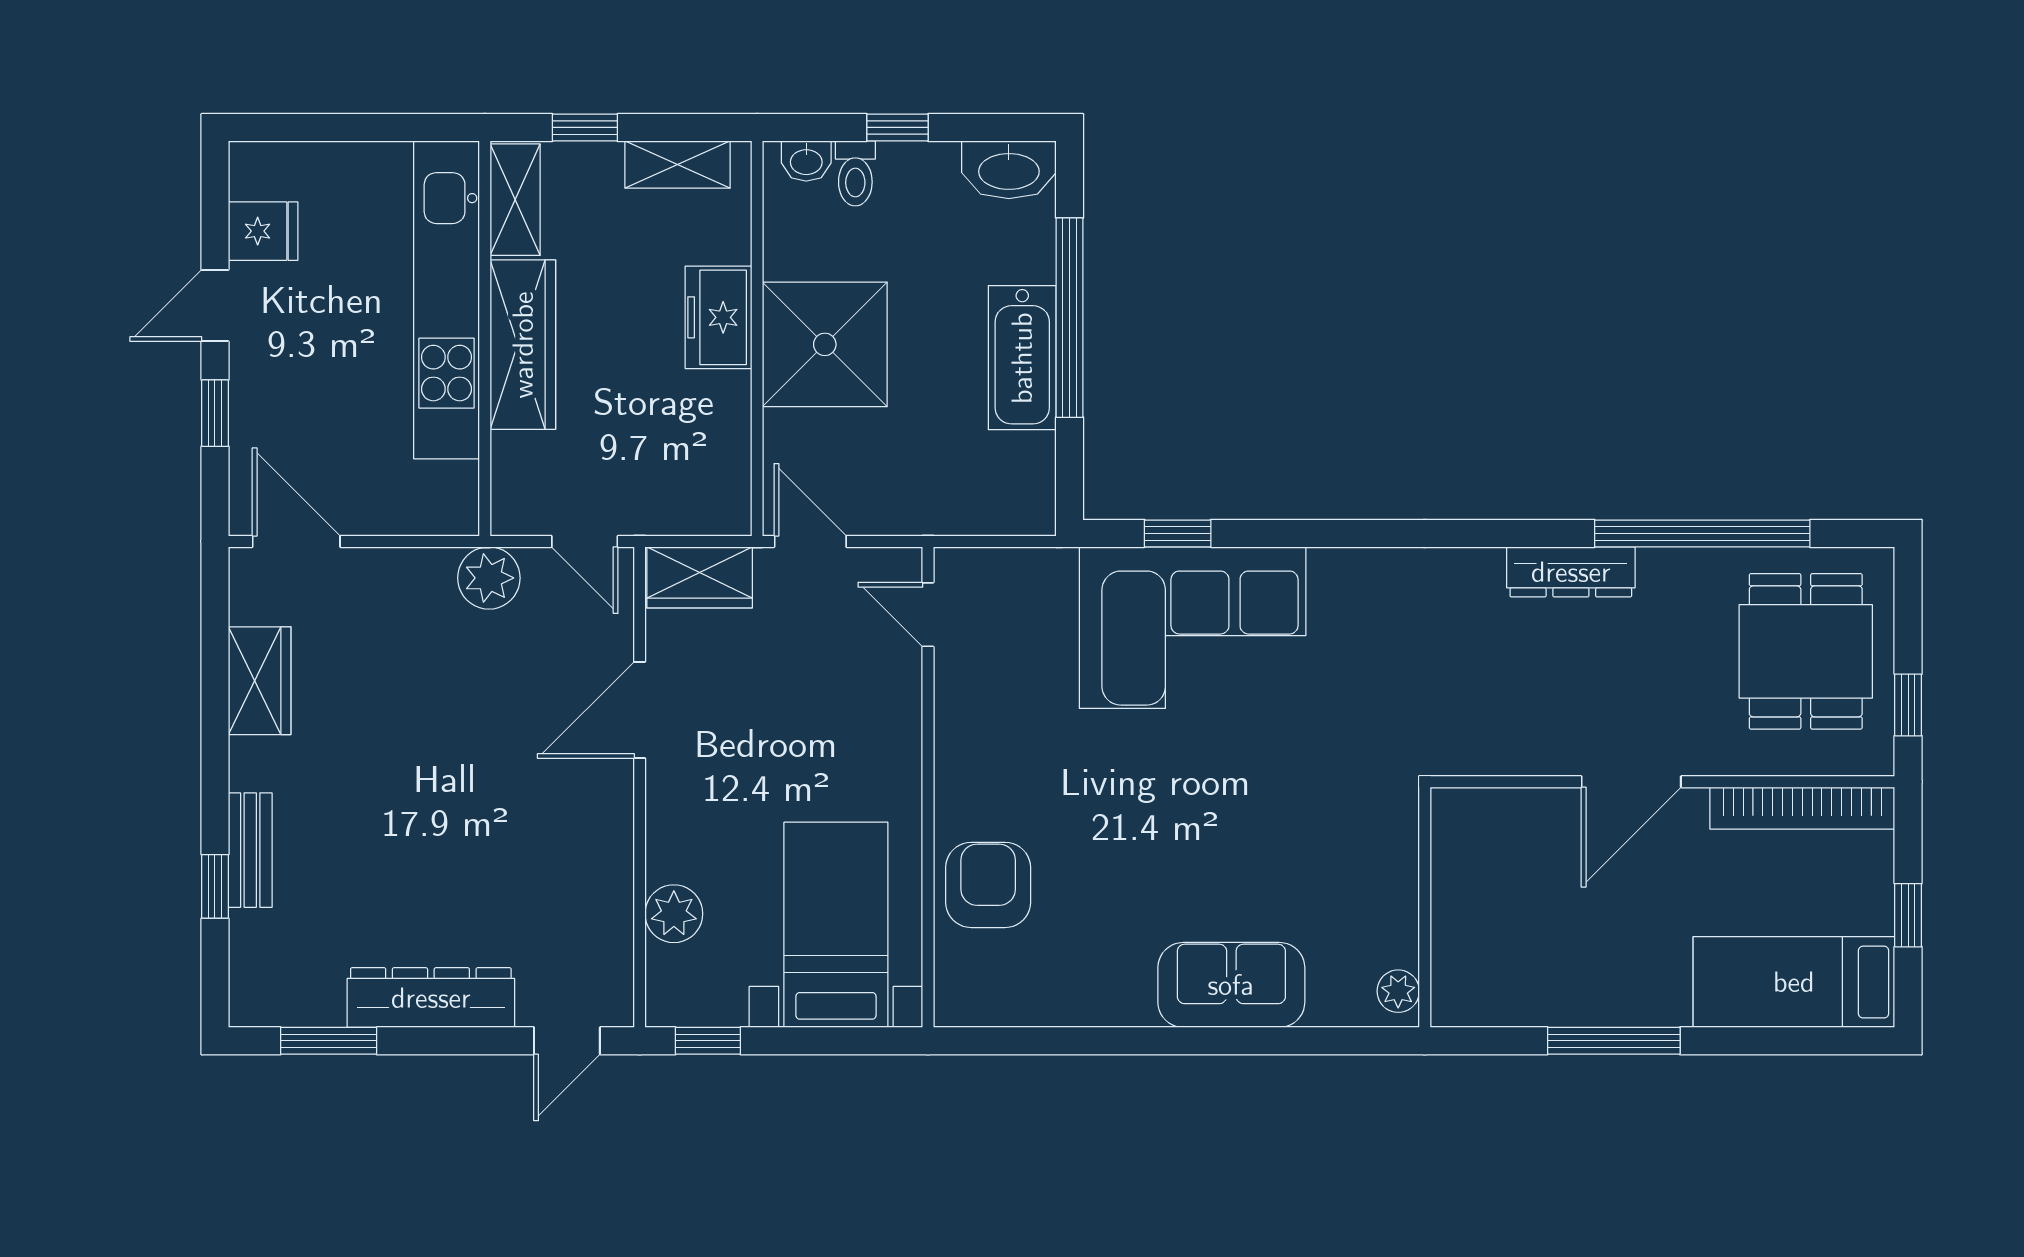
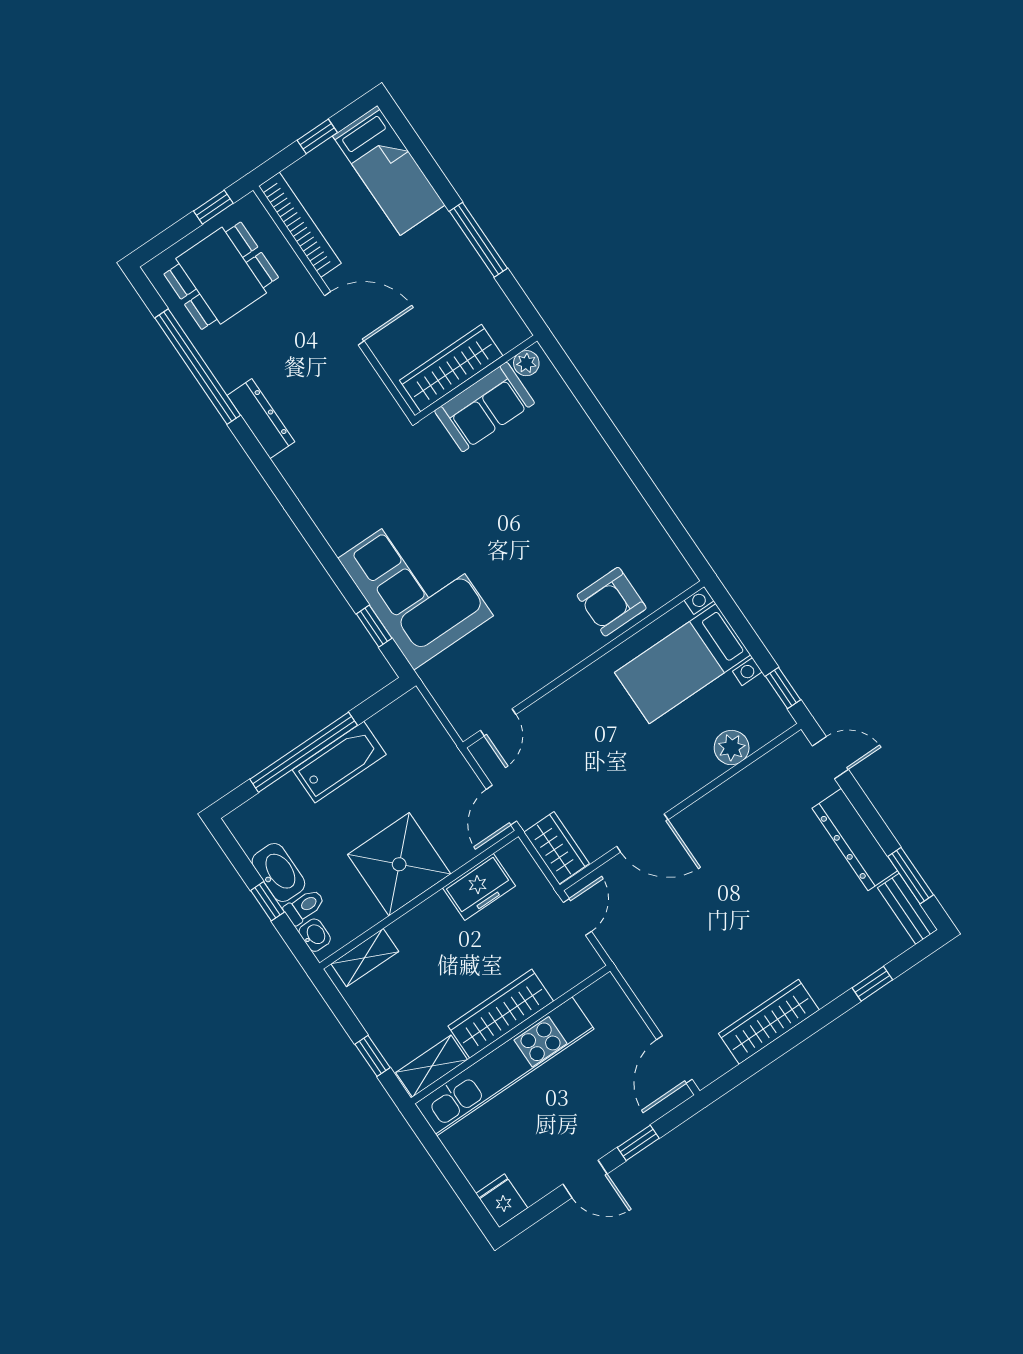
shelving: (678, 165) -> (365, 958), moved, turned 90
washbasin: (1009, 170) -> (278, 872), moved
fridge: (263, 231) -> (502, 1201), moved
freezer: (718, 317) -> (479, 887), moved
plant: (489, 578) -> (628, 952), removed
wardrobe: (260, 681) -> (769, 1022), width x1.50
bench: (250, 850) -> (908, 909), moved, turned 90
wardrobe: (1462, 883) -> (451, 368), added
sofa: (1231, 985) -> (485, 407), moved, turned -90

